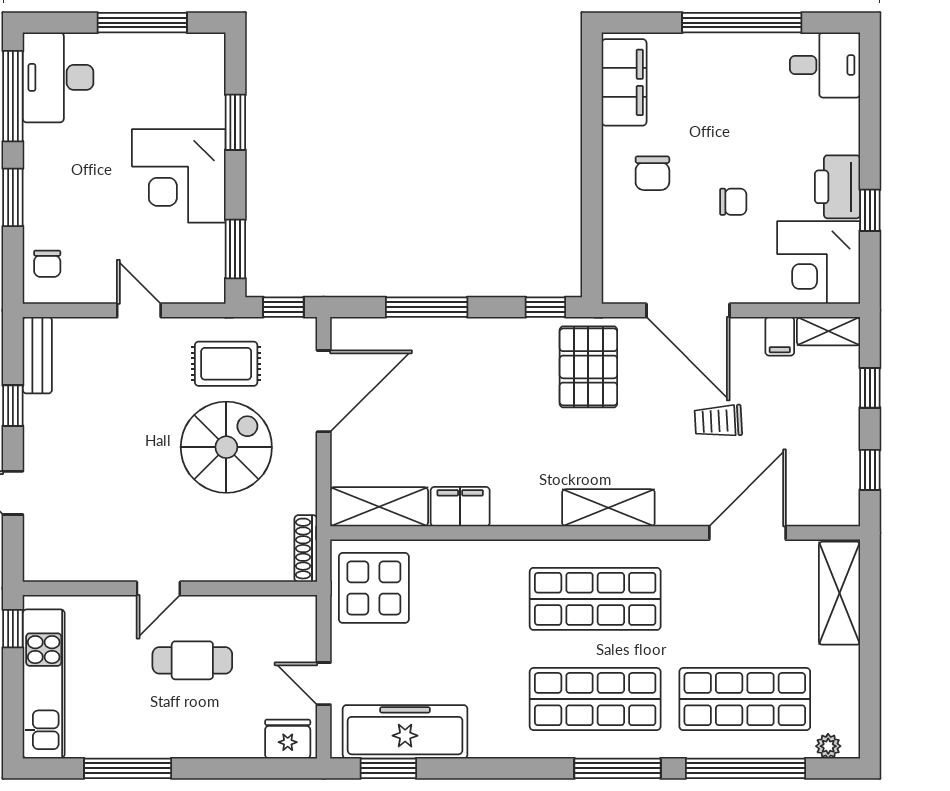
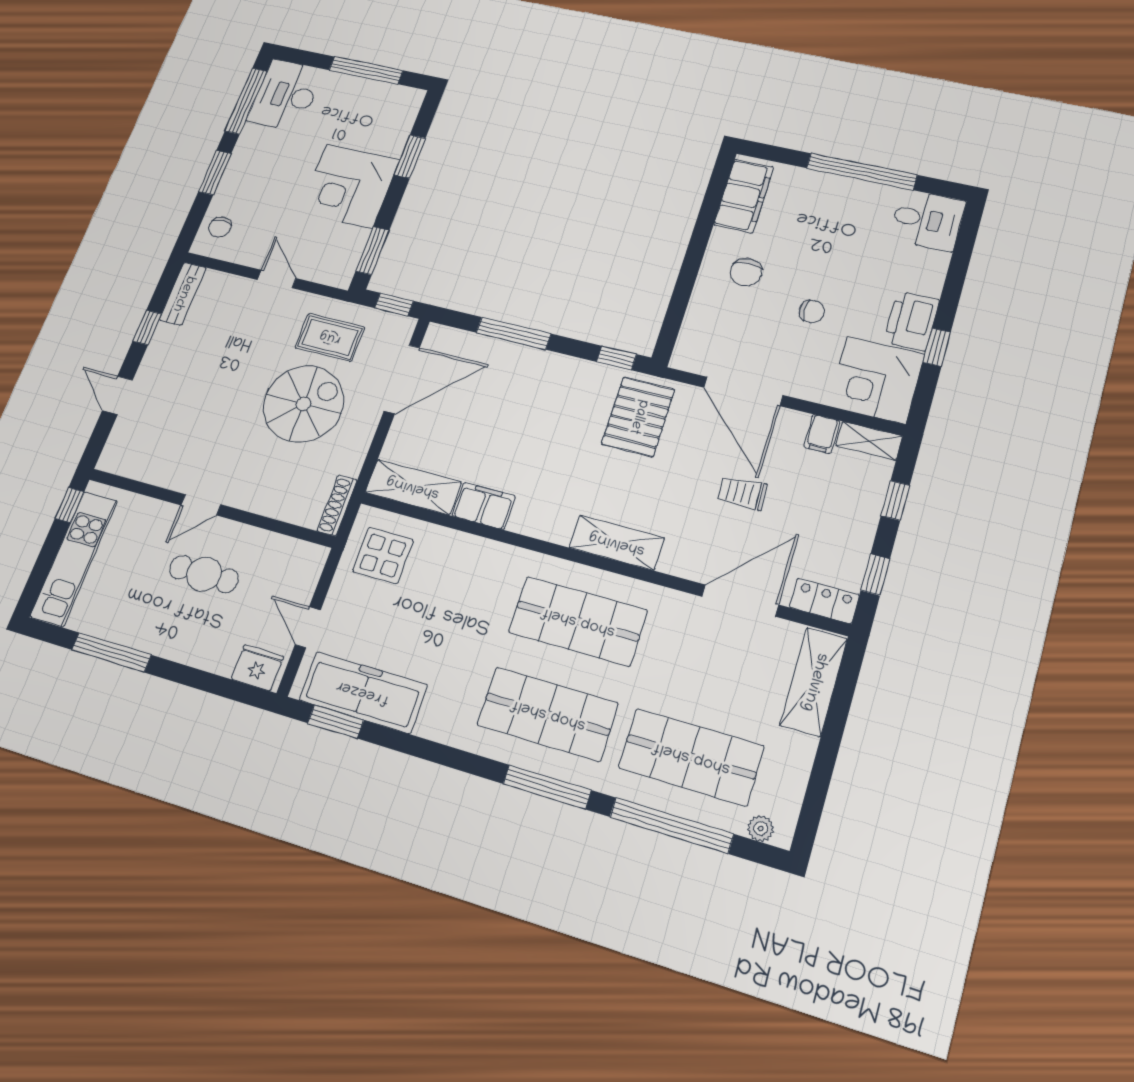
locker: (828, 510) -> (824, 601), added
display table: (374, 588) -> (383, 556), width x0.73, depth x0.73

